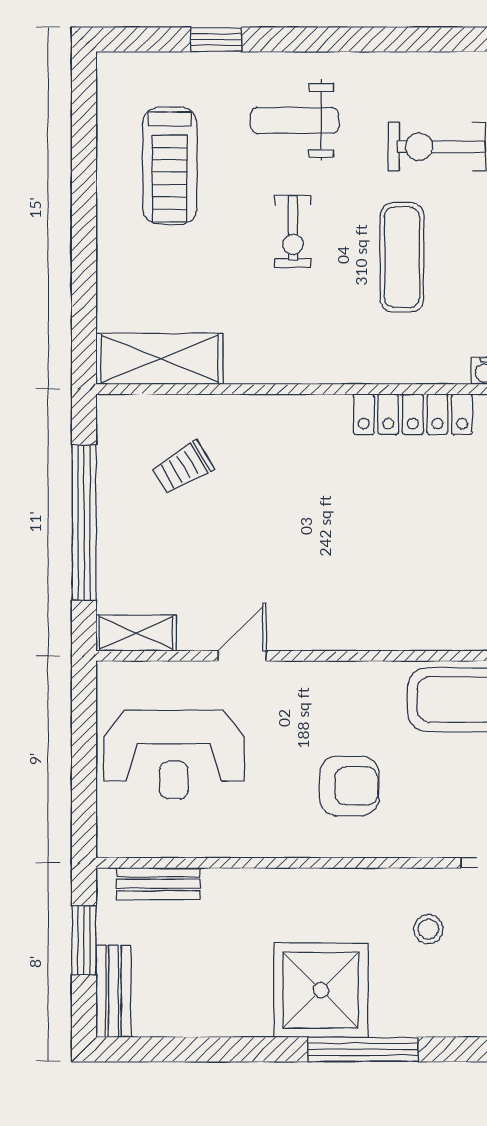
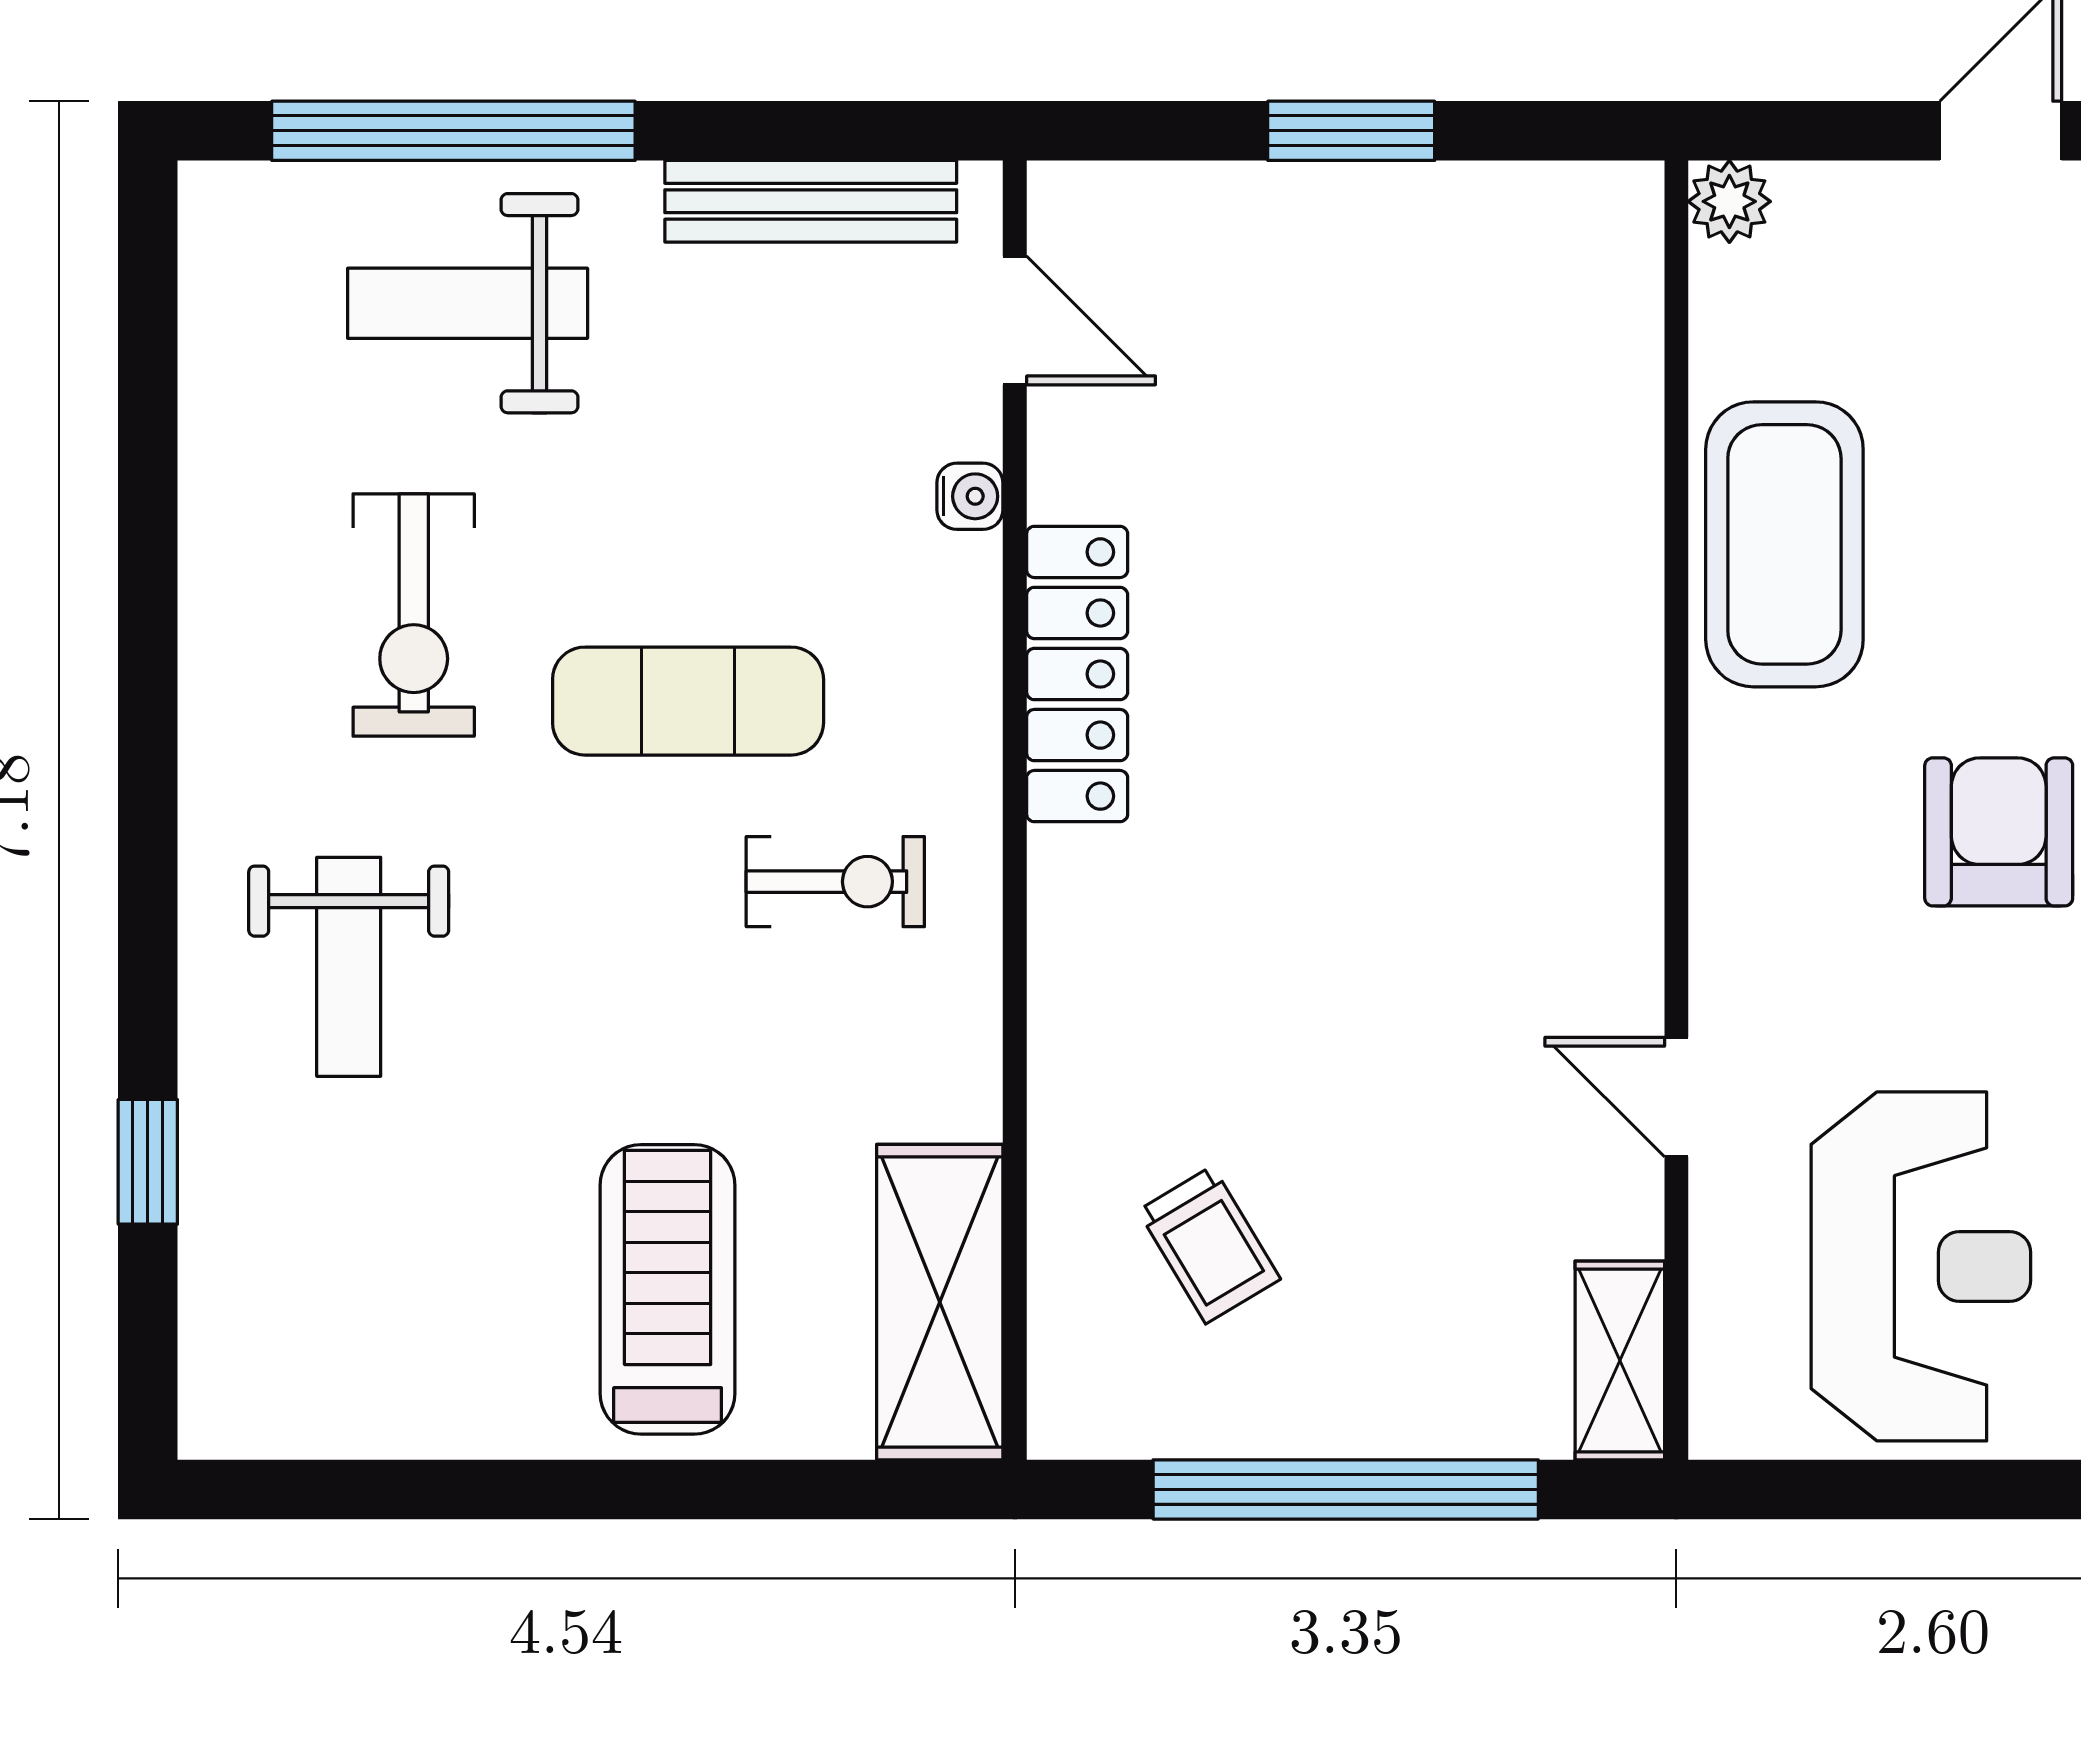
treadmill: (170, 166) -> (668, 1289), moved, turned -90
exercise bike: (293, 231) -> (835, 882), moved

